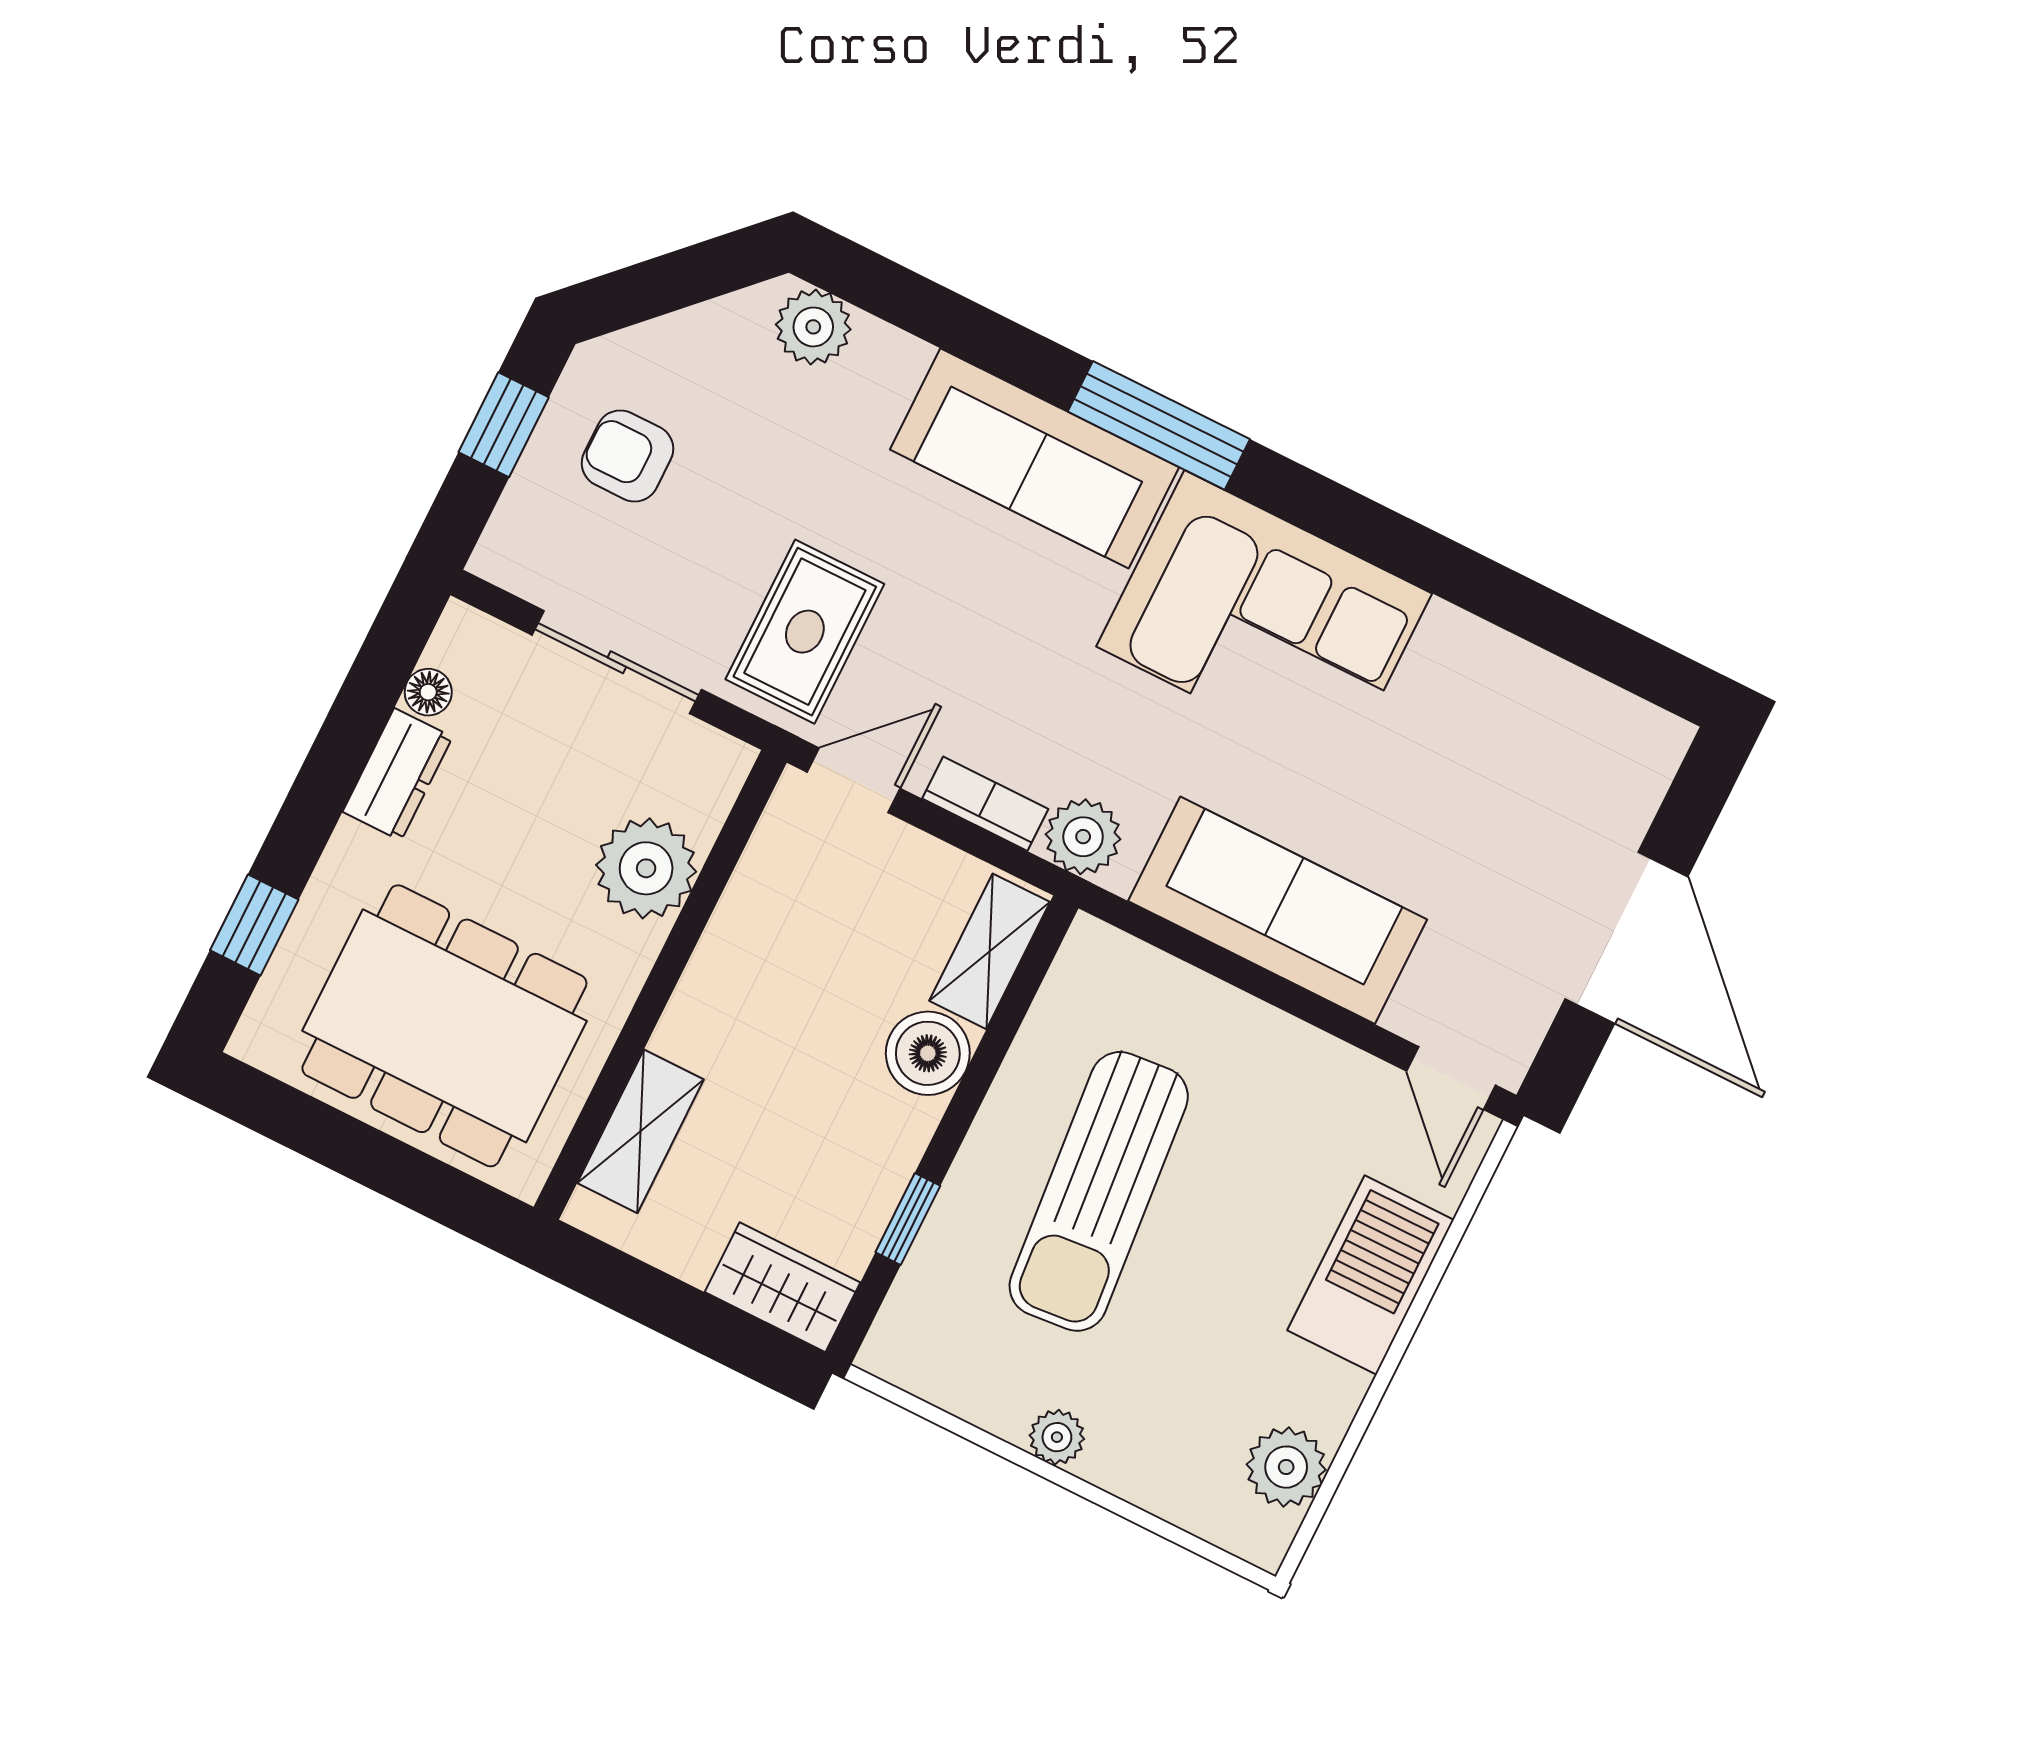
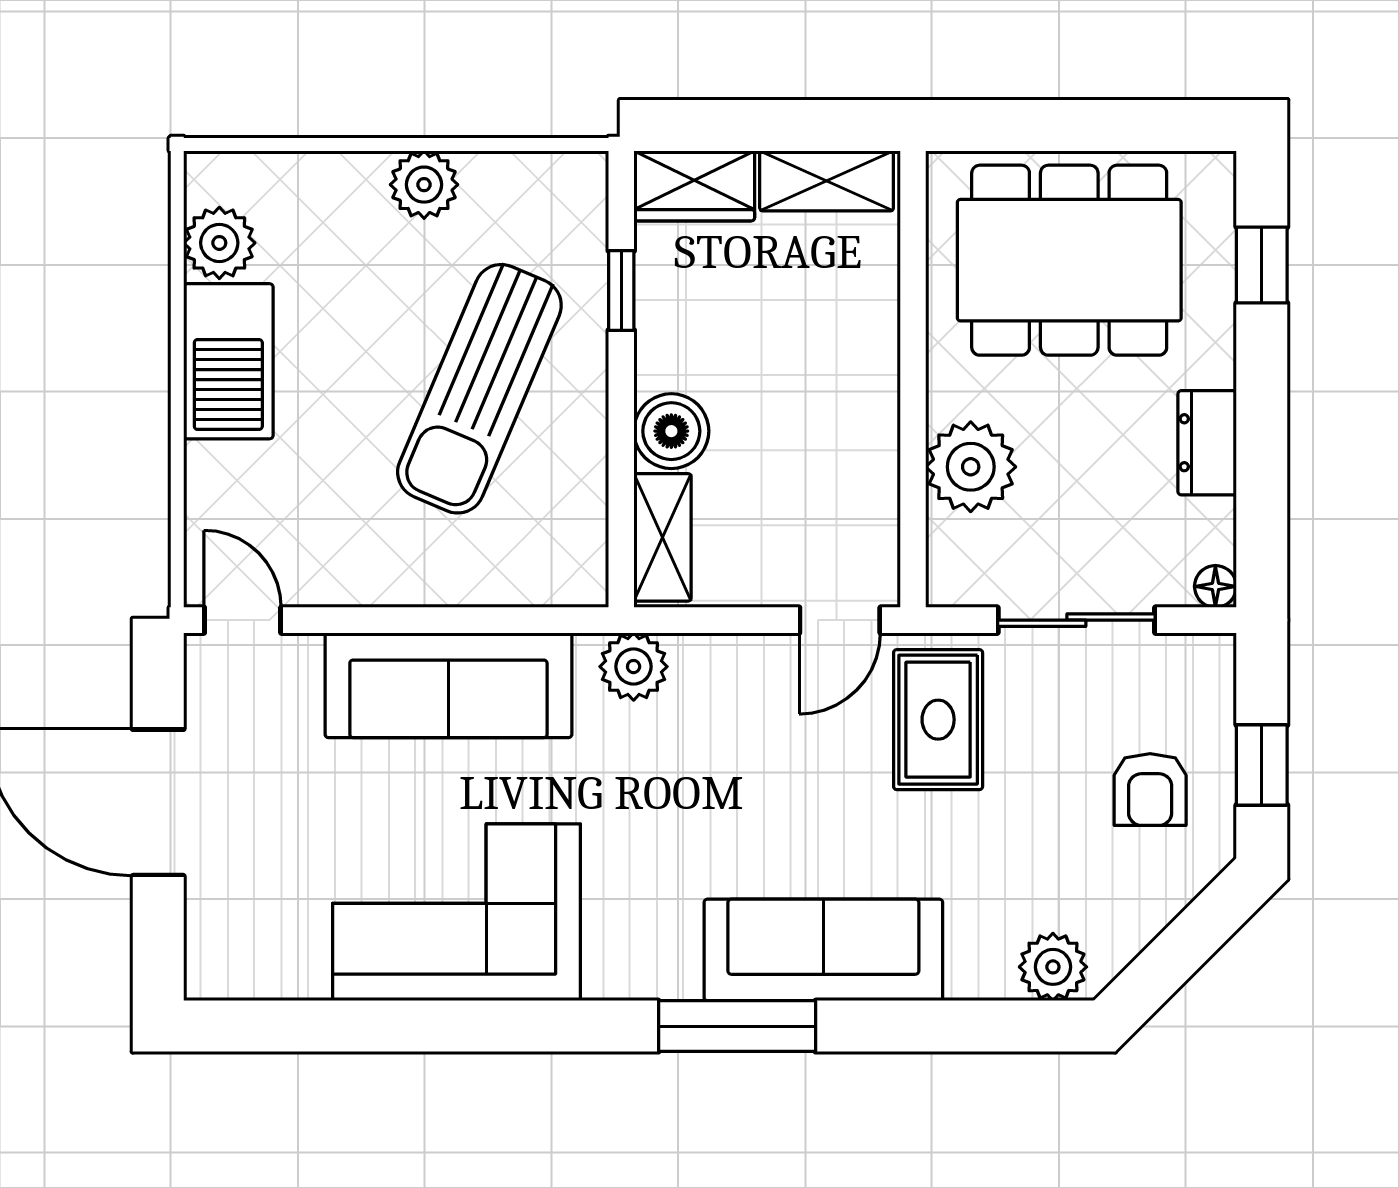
armchair: (628, 456) -> (1150, 789), turned 90
corner sofa: (1264, 620) -> (456, 912), moved
floor lamp: (428, 692) -> (1215, 586), moved
bookcase: (985, 804) -> (725, 654), removed
shelving: (641, 1131) -> (827, 181), moved, turned 90
sun lounger: (1099, 1191) -> (479, 389), turned -152
barbecue: (1371, 1275) -> (228, 361), moved
plant: (1057, 1437) -> (424, 185), width x1.38, depth x1.38

